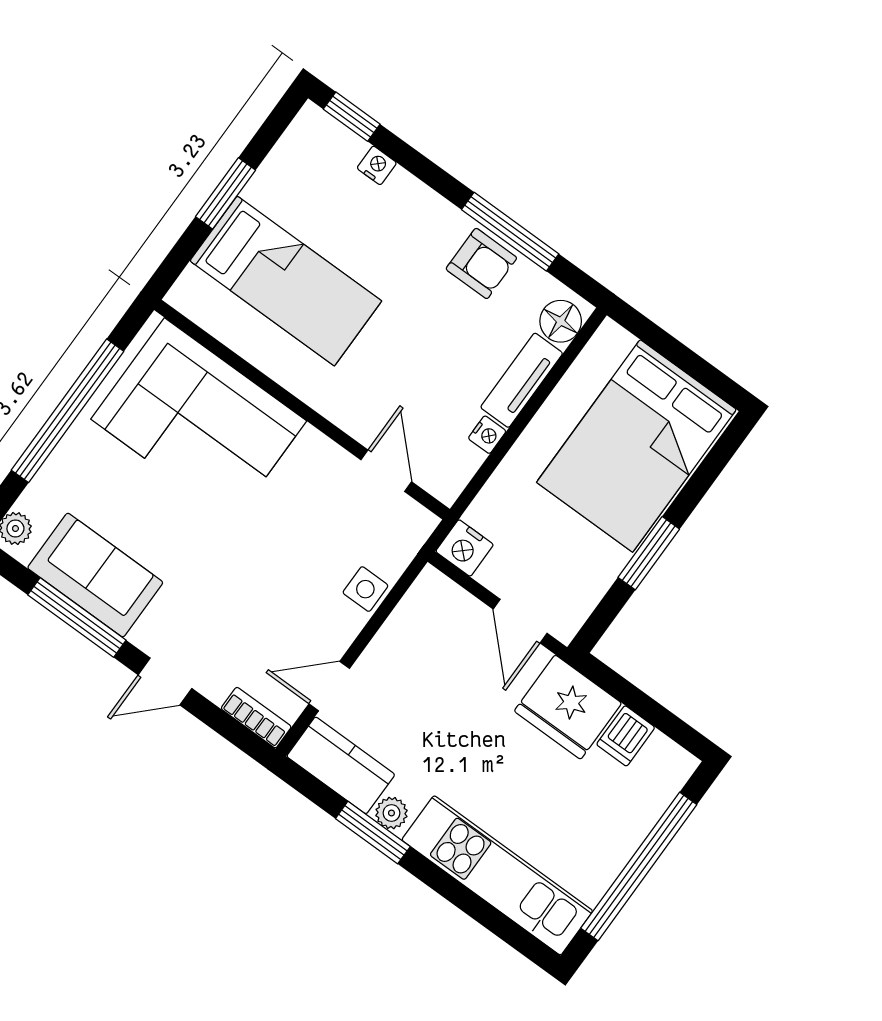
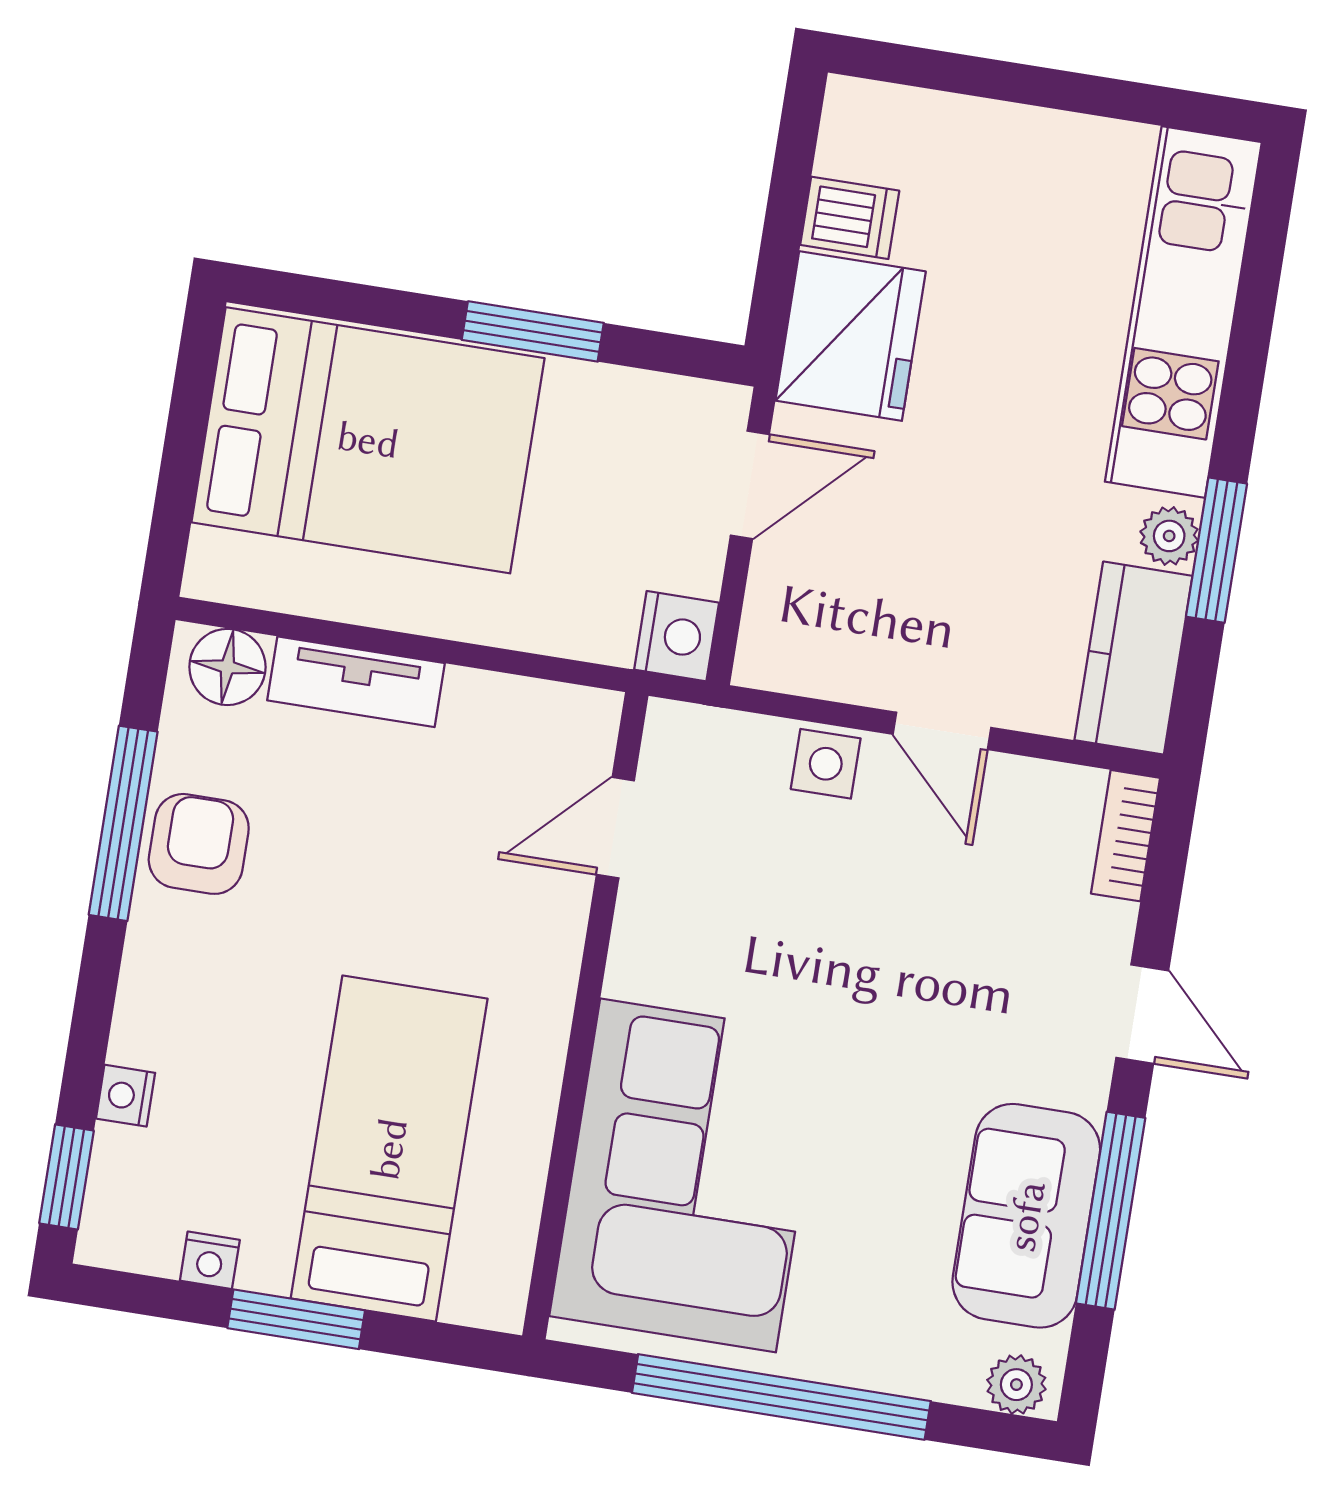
nightstand: (487, 435) -> (210, 1260), moved, turned 180
door: (329, 686) -> (942, 731), moved
window: (639, 866) -> (1052, 89), removed

